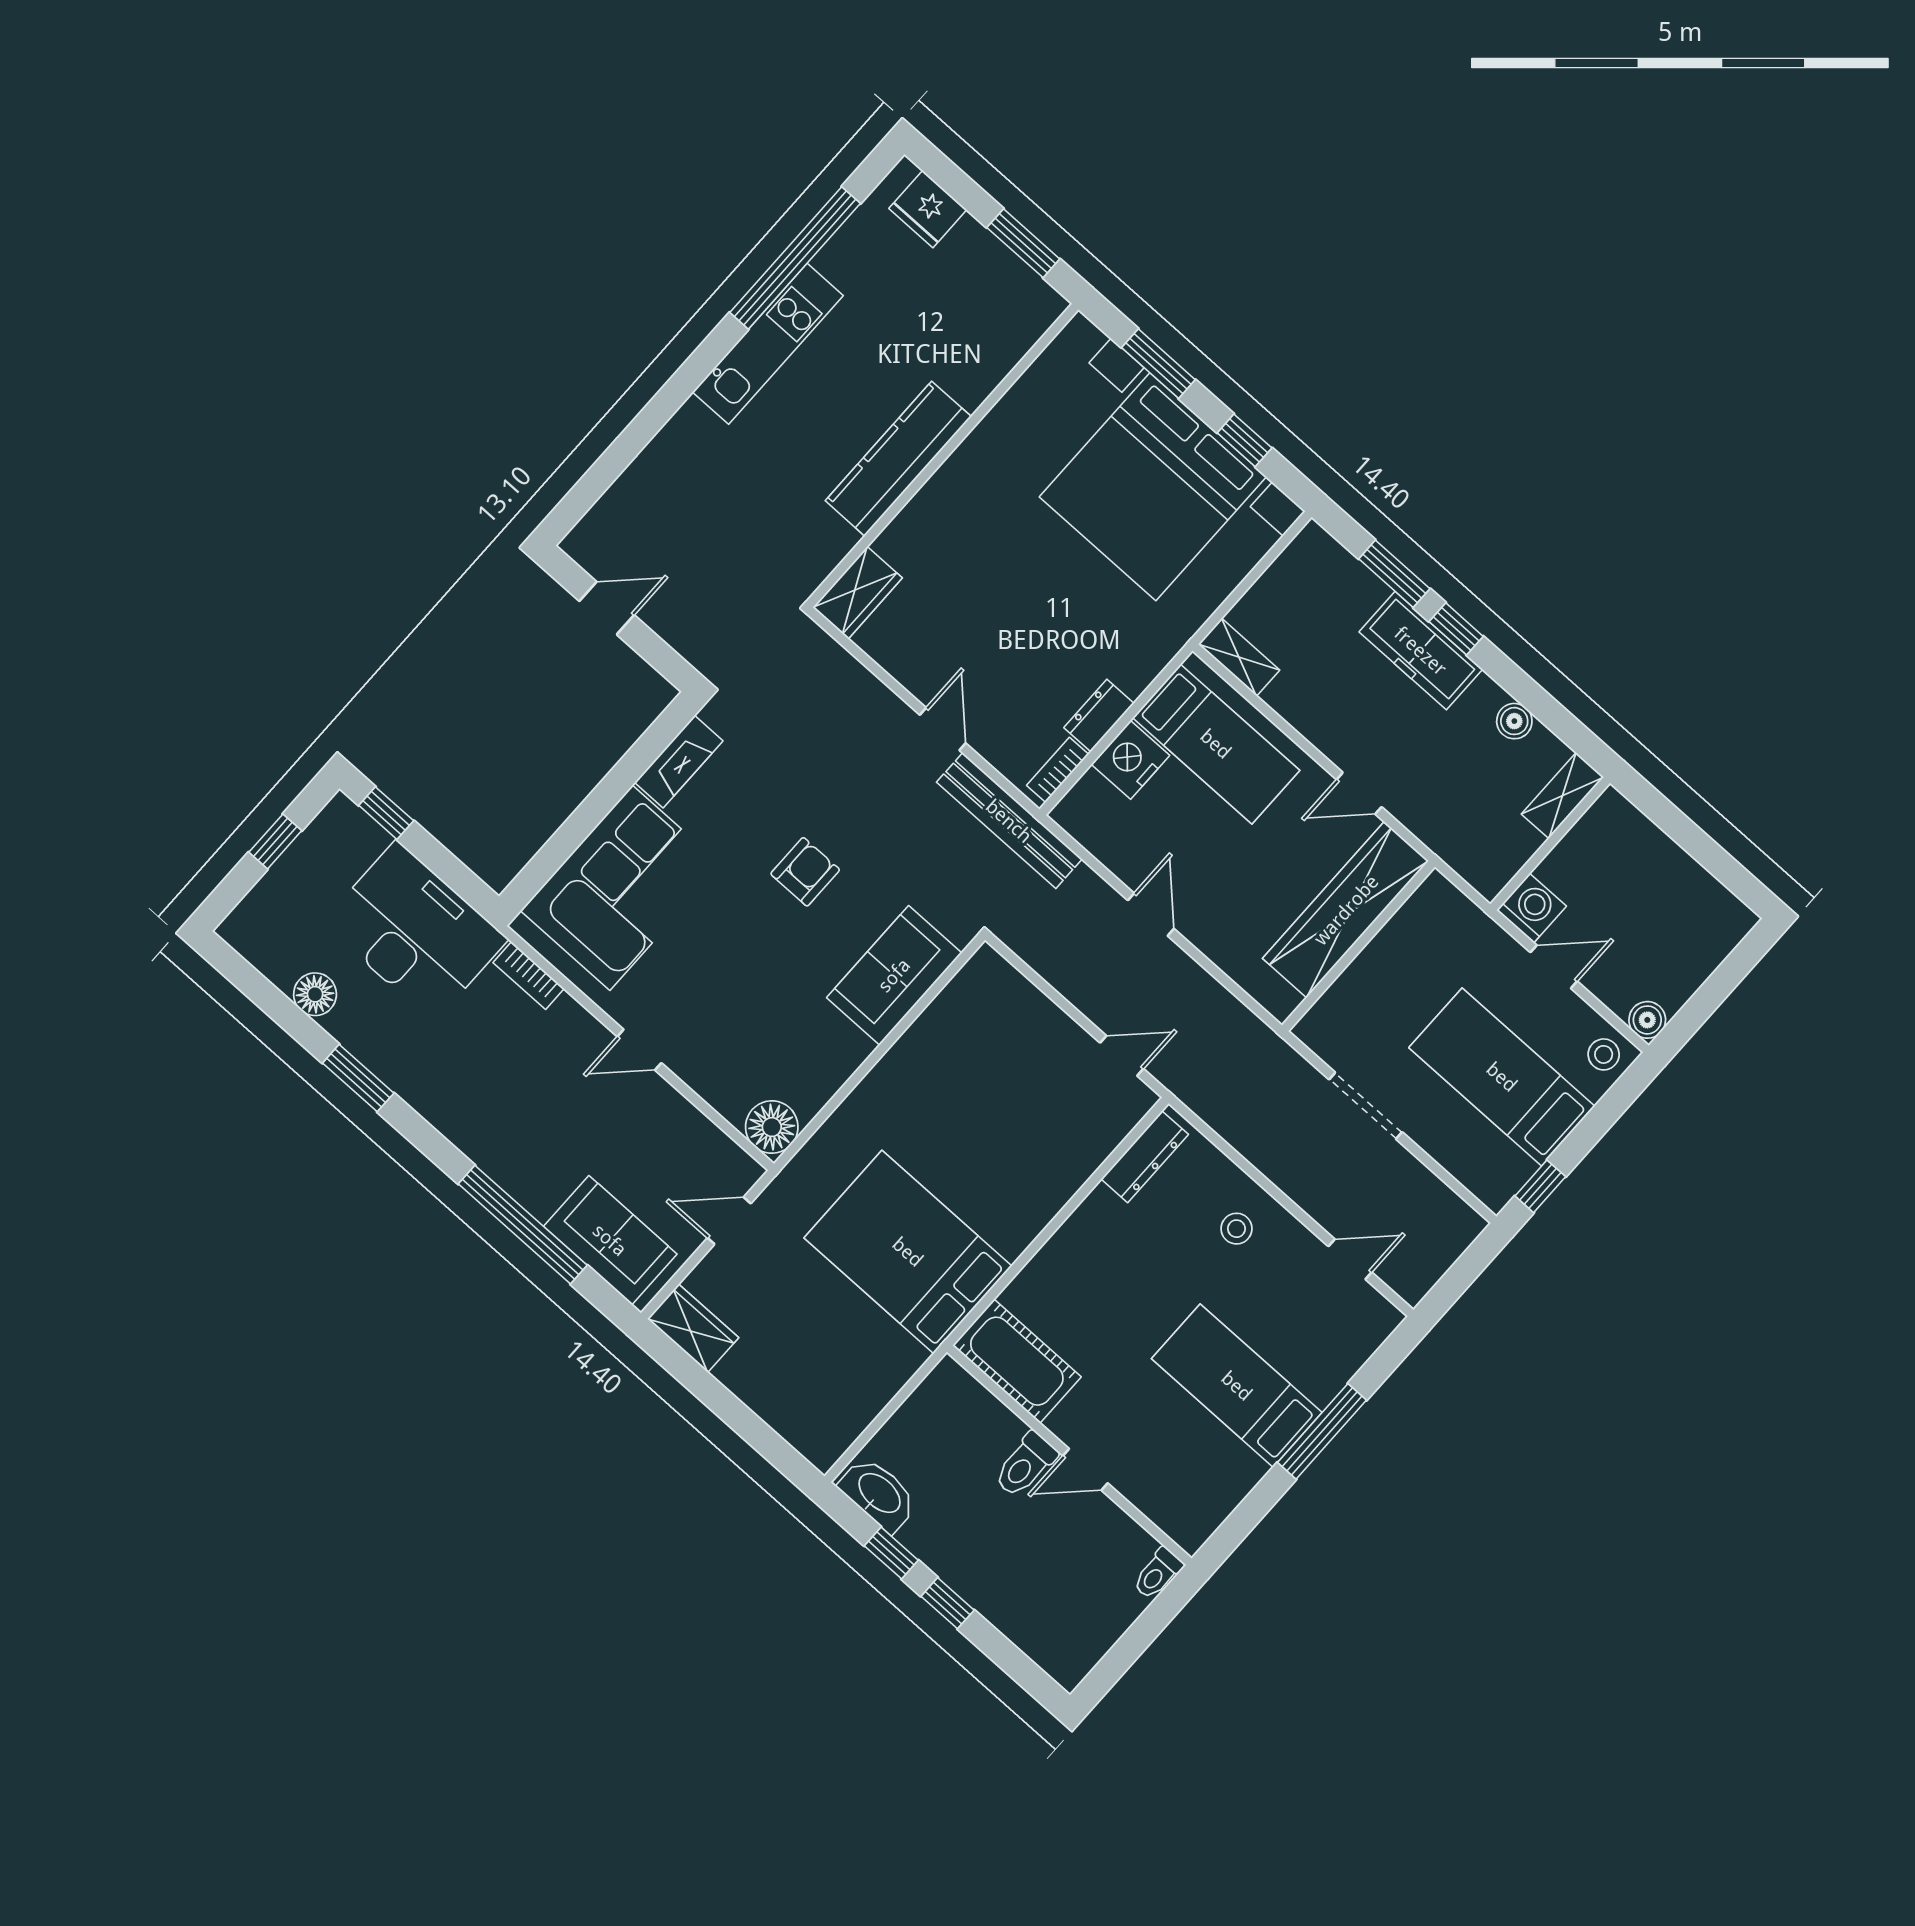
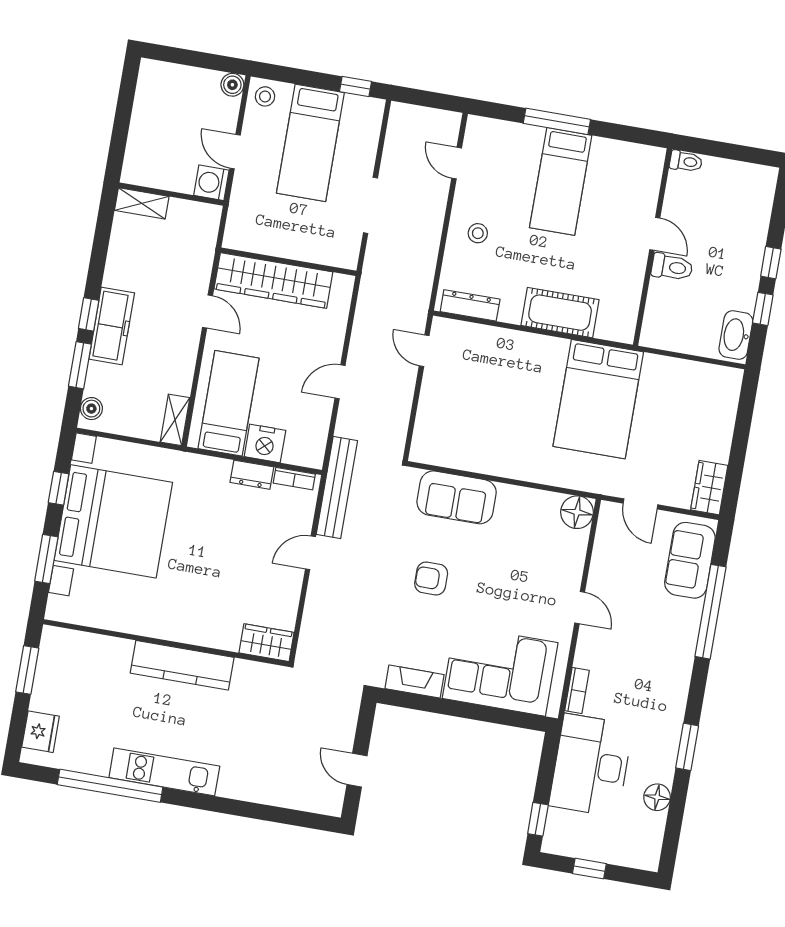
boiler: (1514, 721) -> (91, 409), moved
cot: (1017, 1361) -> (560, 313), moved, turned 90

